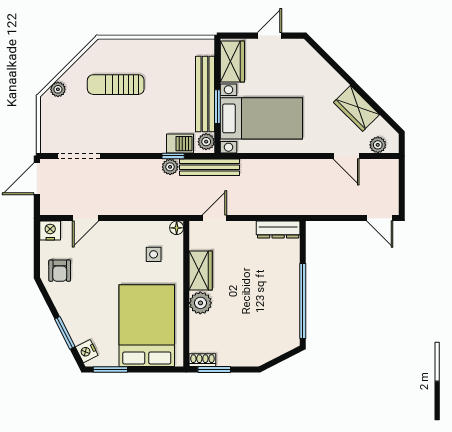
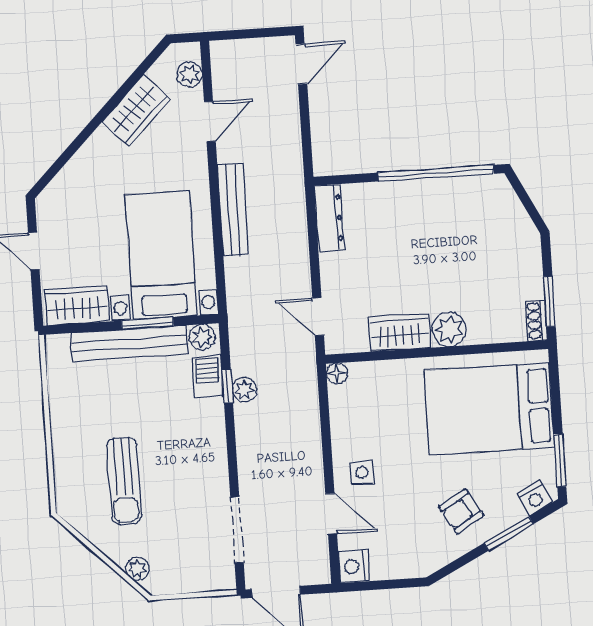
bench: (209, 167) -> (233, 209), moved
side table: (154, 254) -> (362, 472), moved
armchair: (60, 271) -> (461, 511), moved, turned 149

